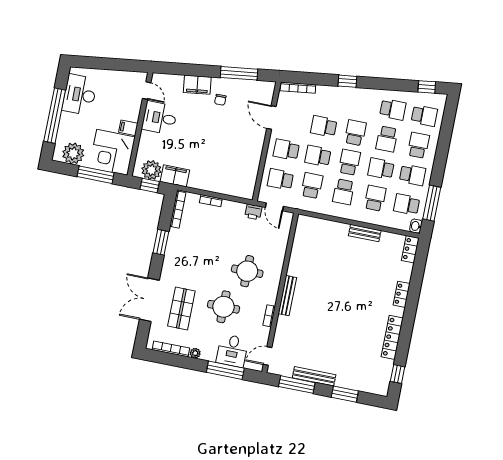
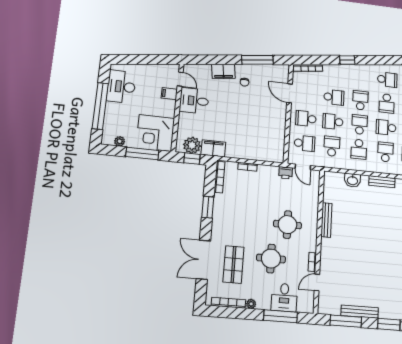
school desk: (324, 126) -> (334, 97), turned 180
filing cabinet: (128, 128) -> (169, 94), moved
plant: (73, 153) -> (120, 141), width x0.53, depth x0.53
school desk: (280, 179) -> (305, 143), turned 180
washbasin: (330, 228) -> (352, 180), added
bench: (287, 296) -> (326, 220), moved
door: (268, 356) -> (317, 282), moved

